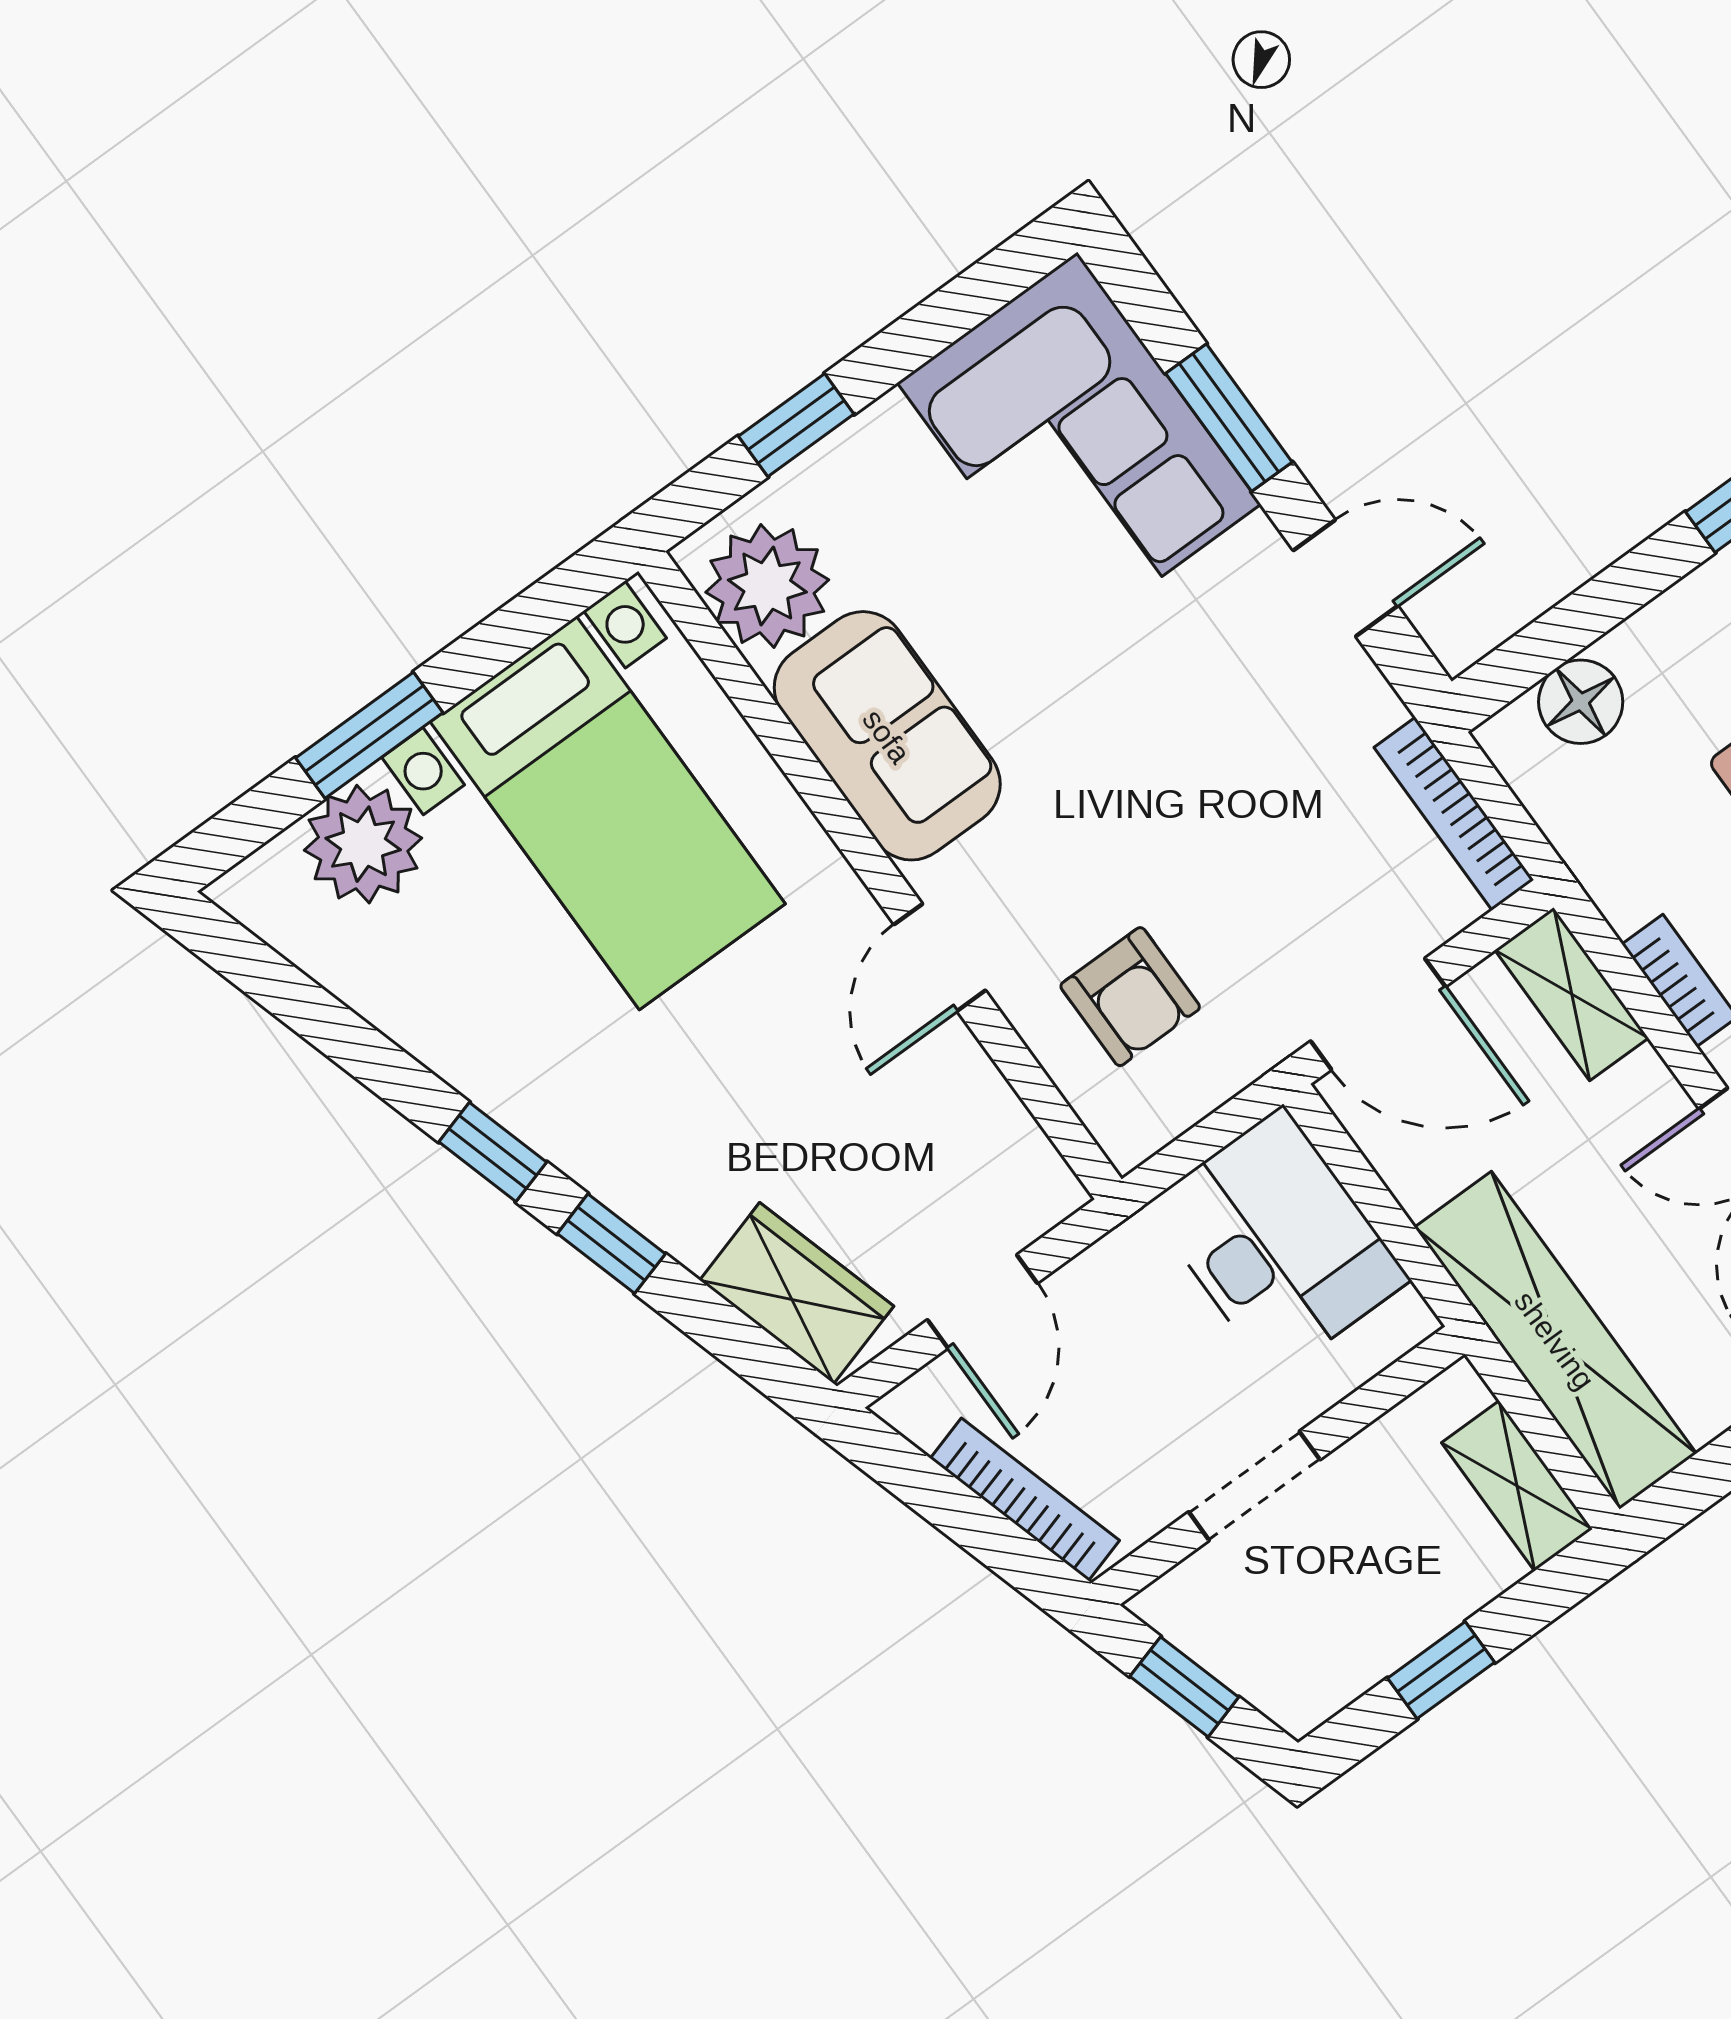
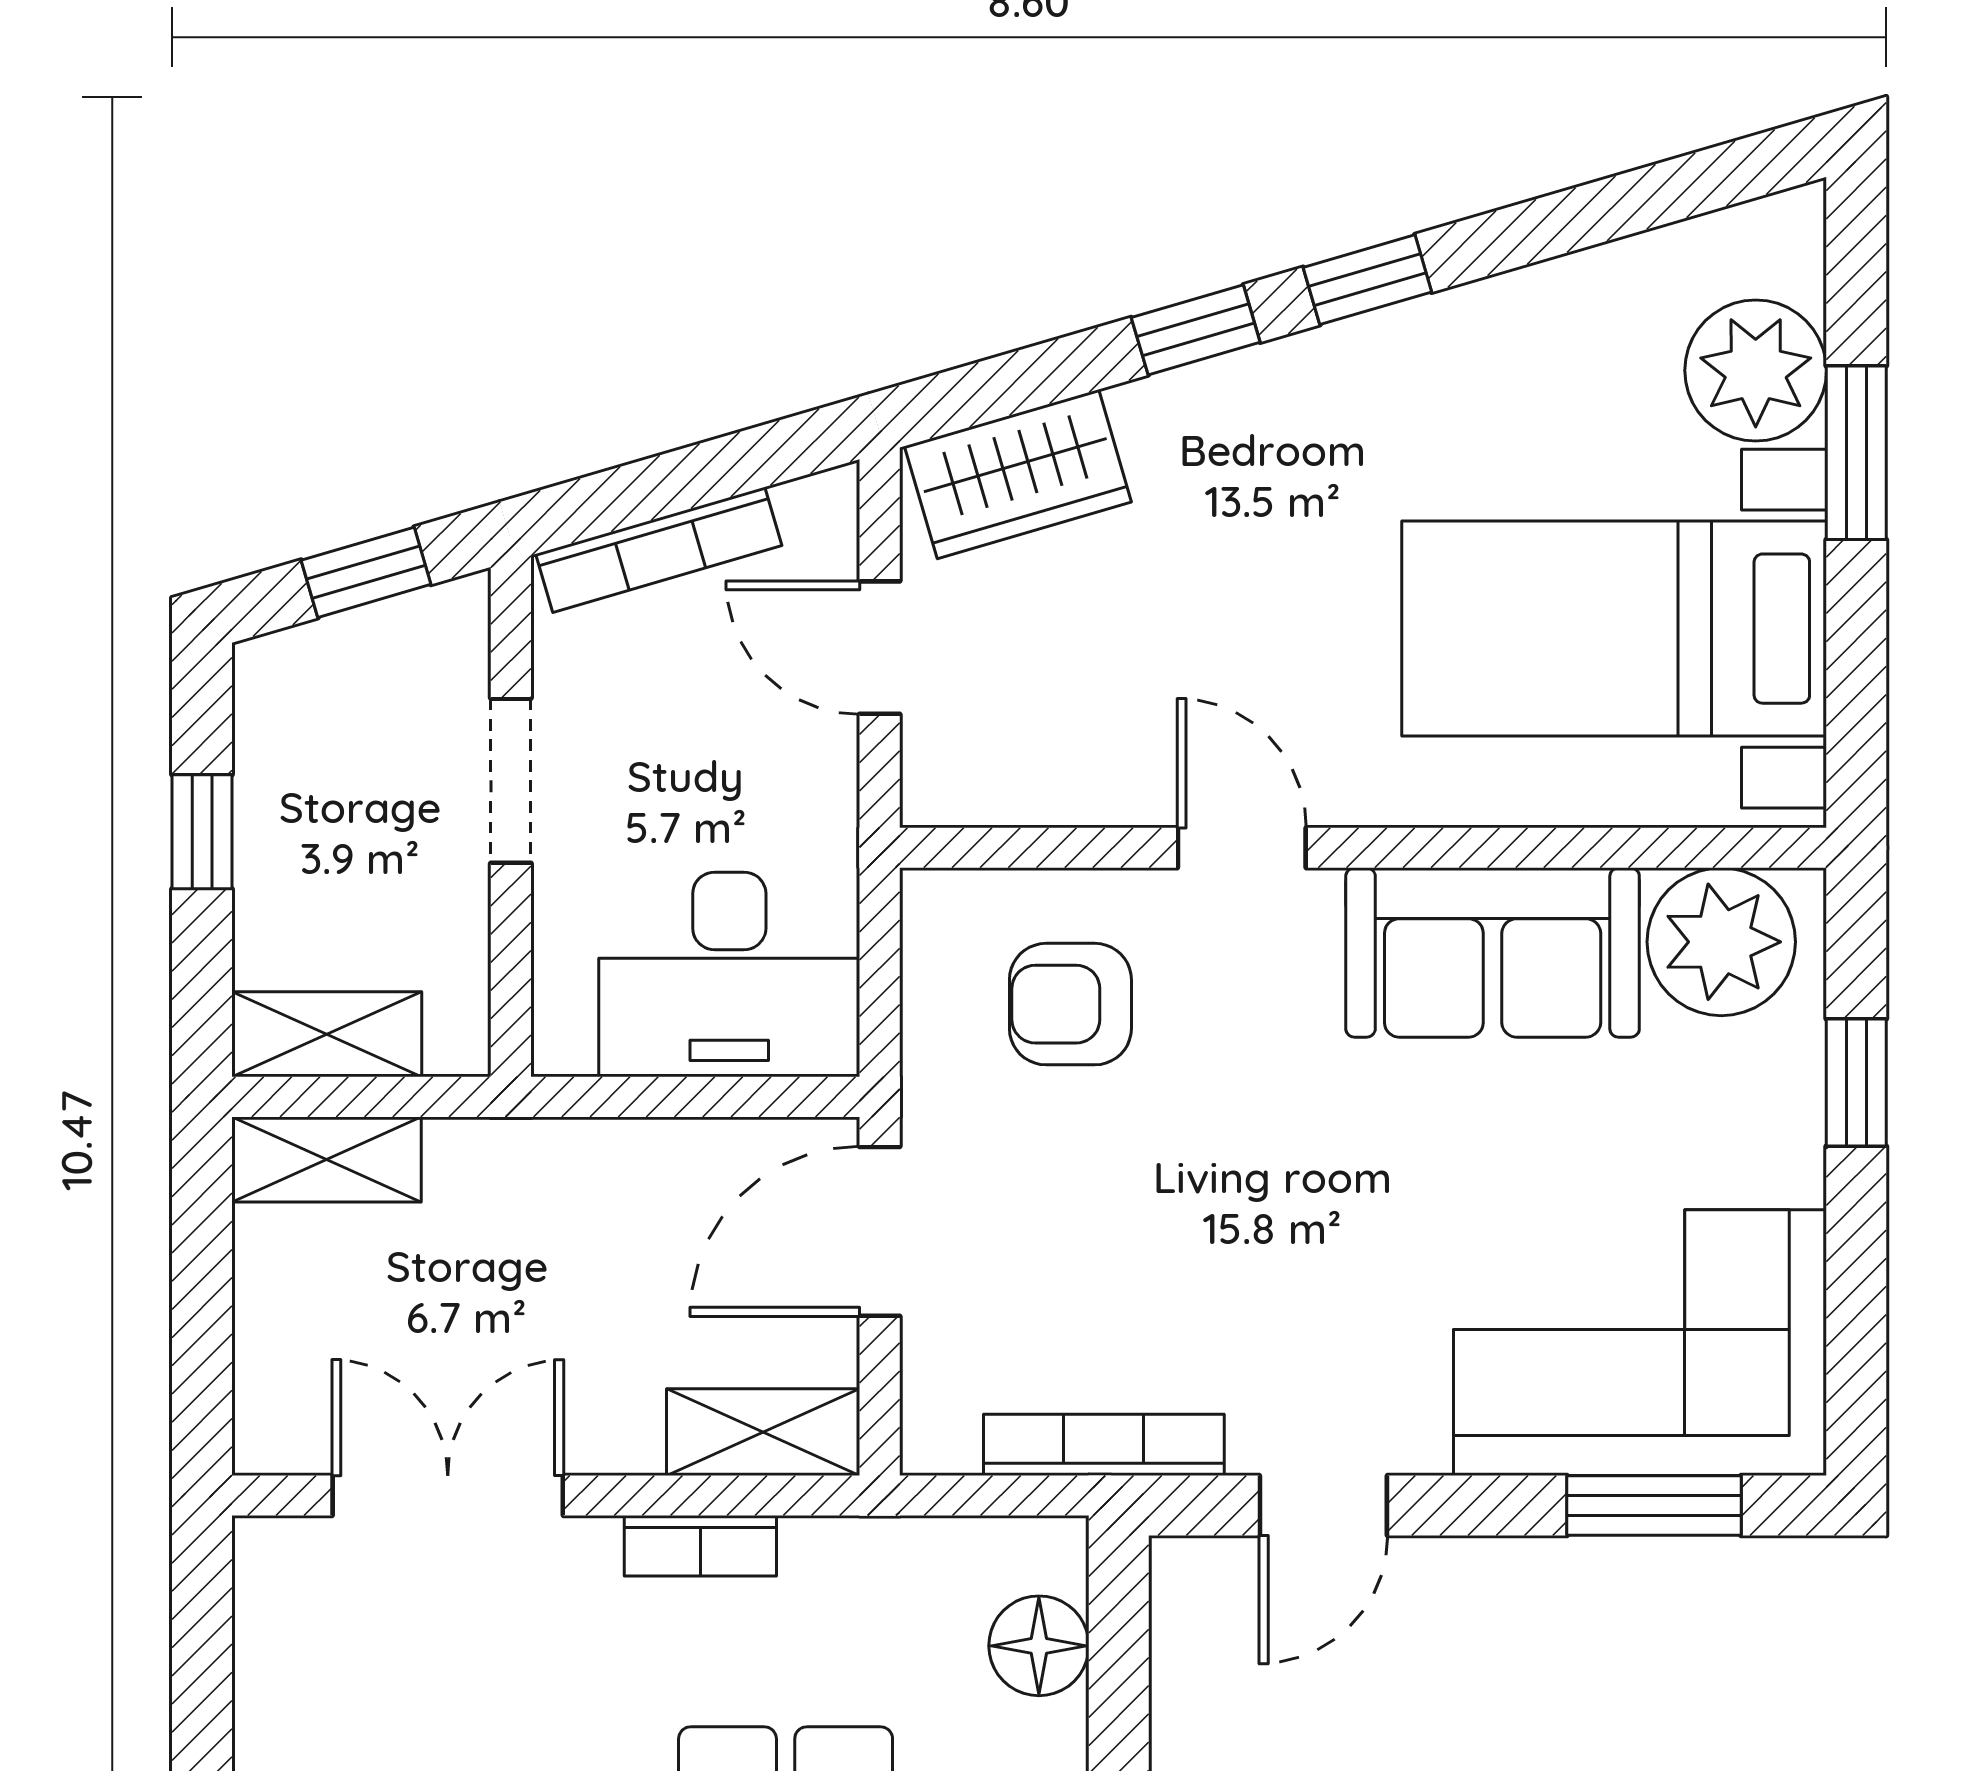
window: (1229, 418) -> (1654, 1505), moved
bookcase: (1454, 814) -> (1104, 1445), moved
shelving: (1555, 1340) -> (327, 1159), width x0.45, depth x0.75

